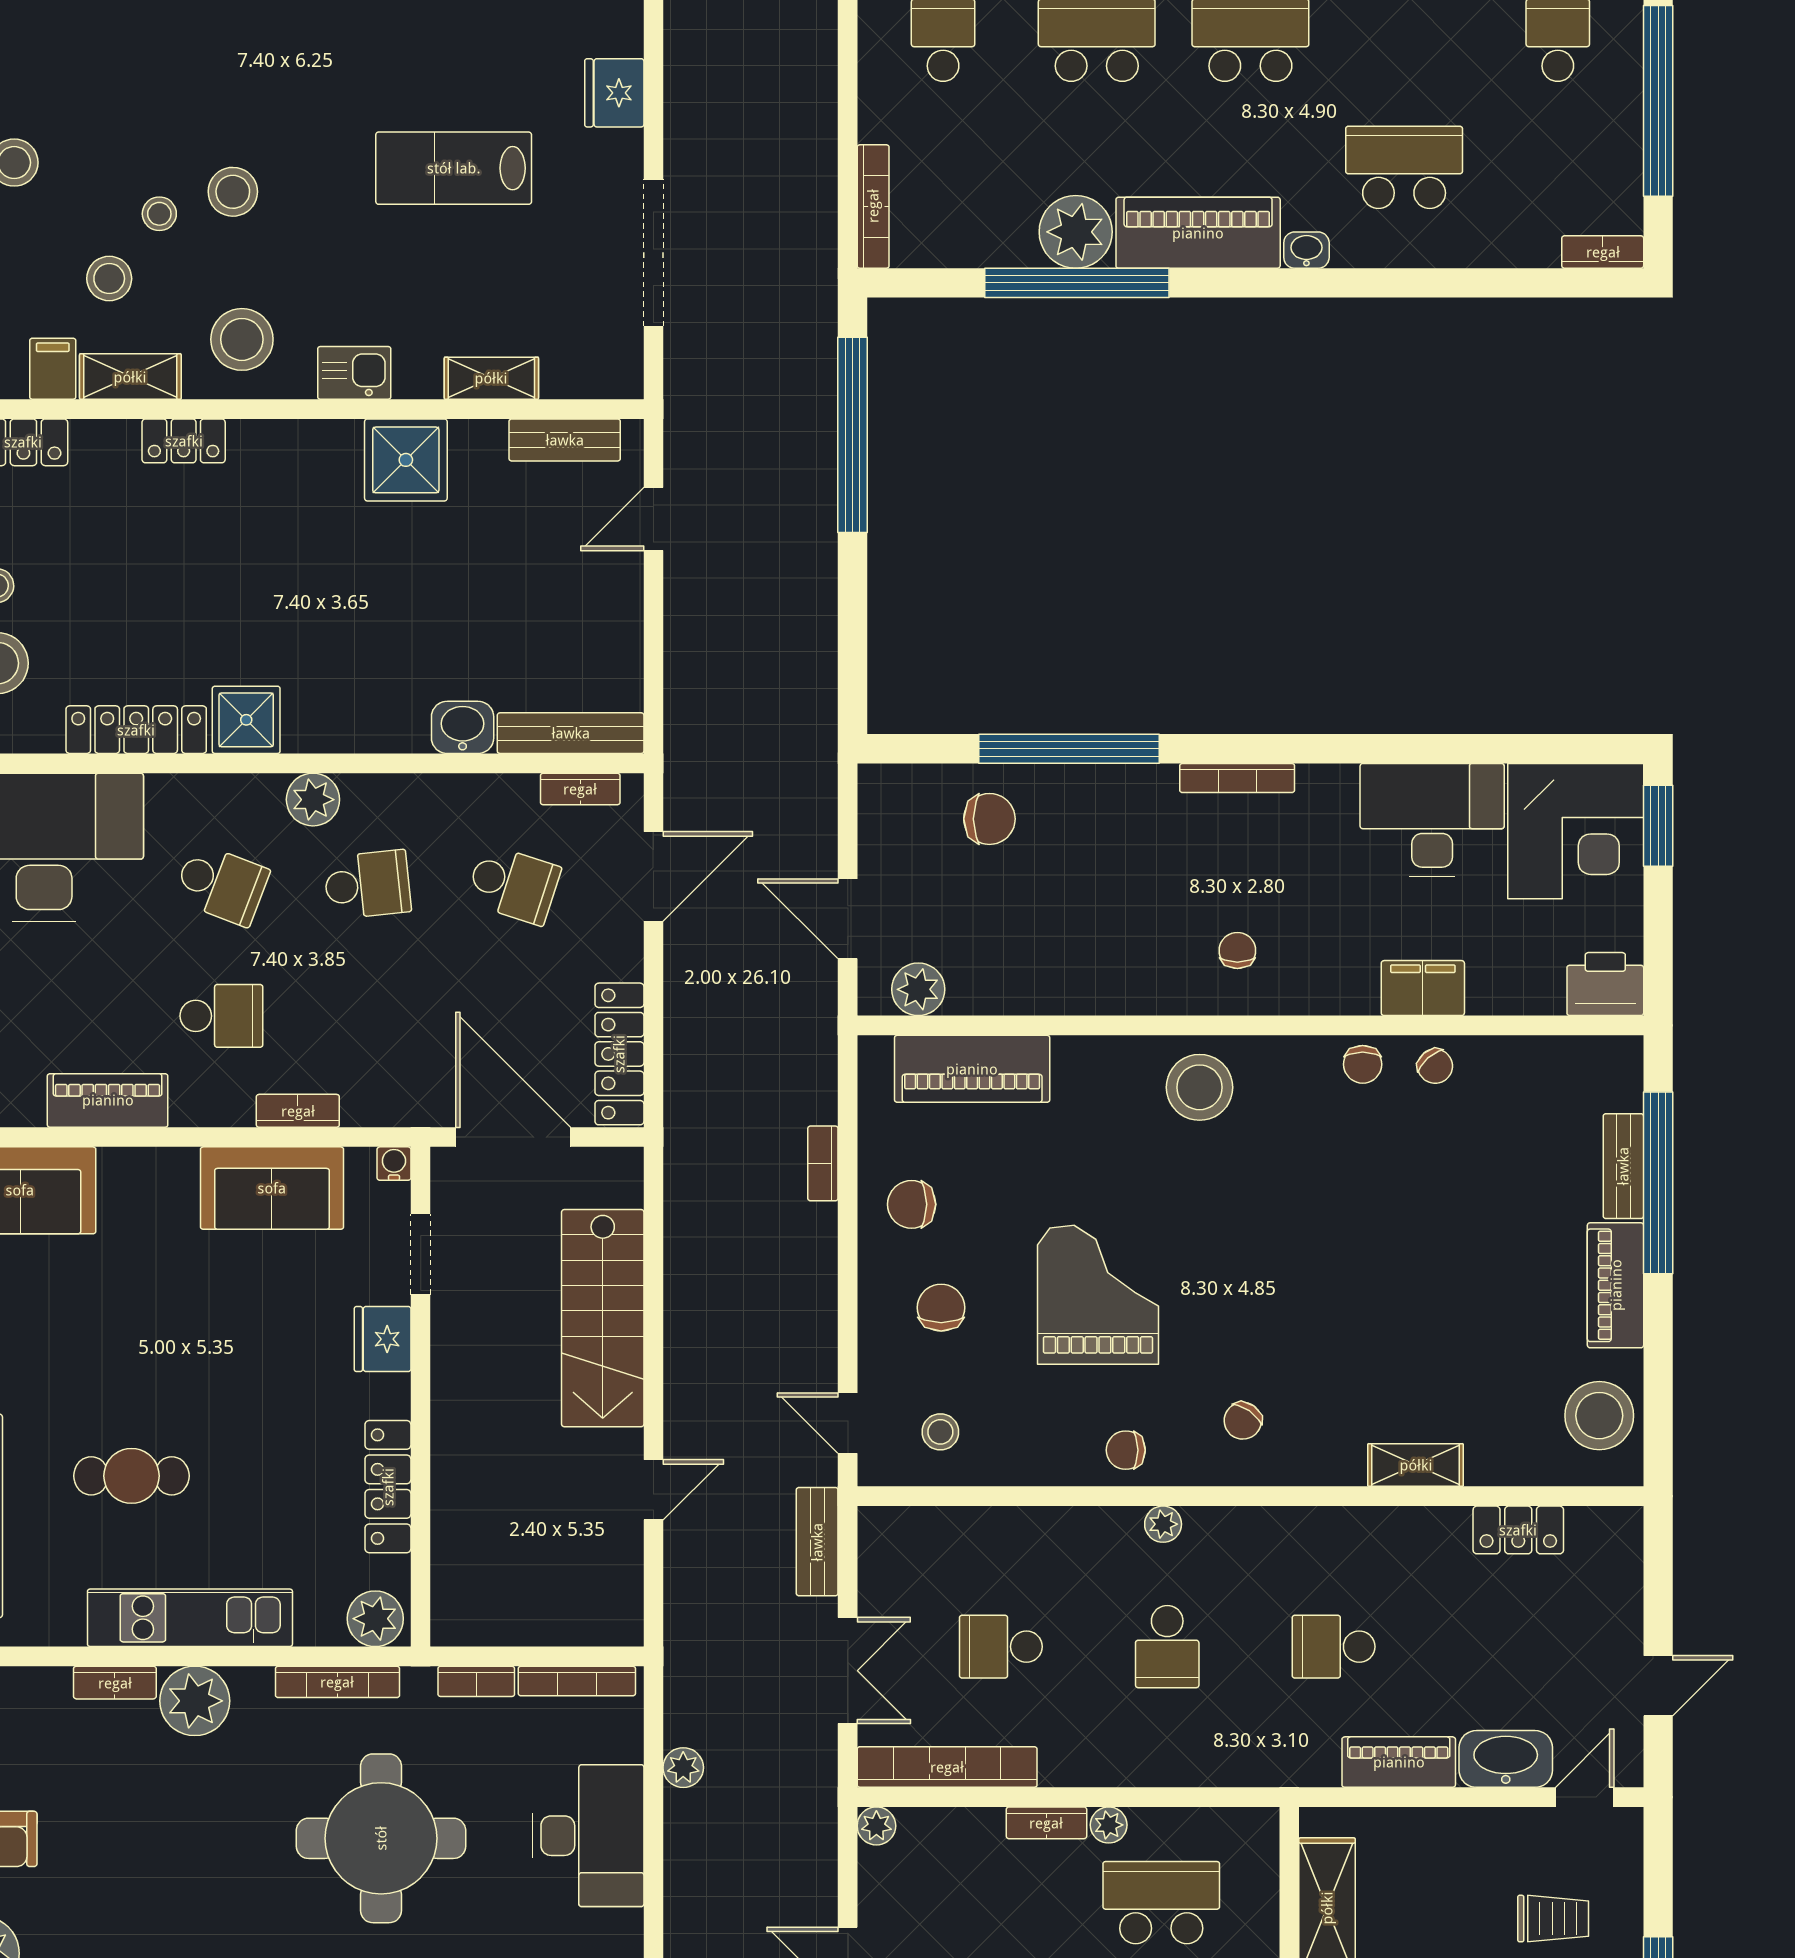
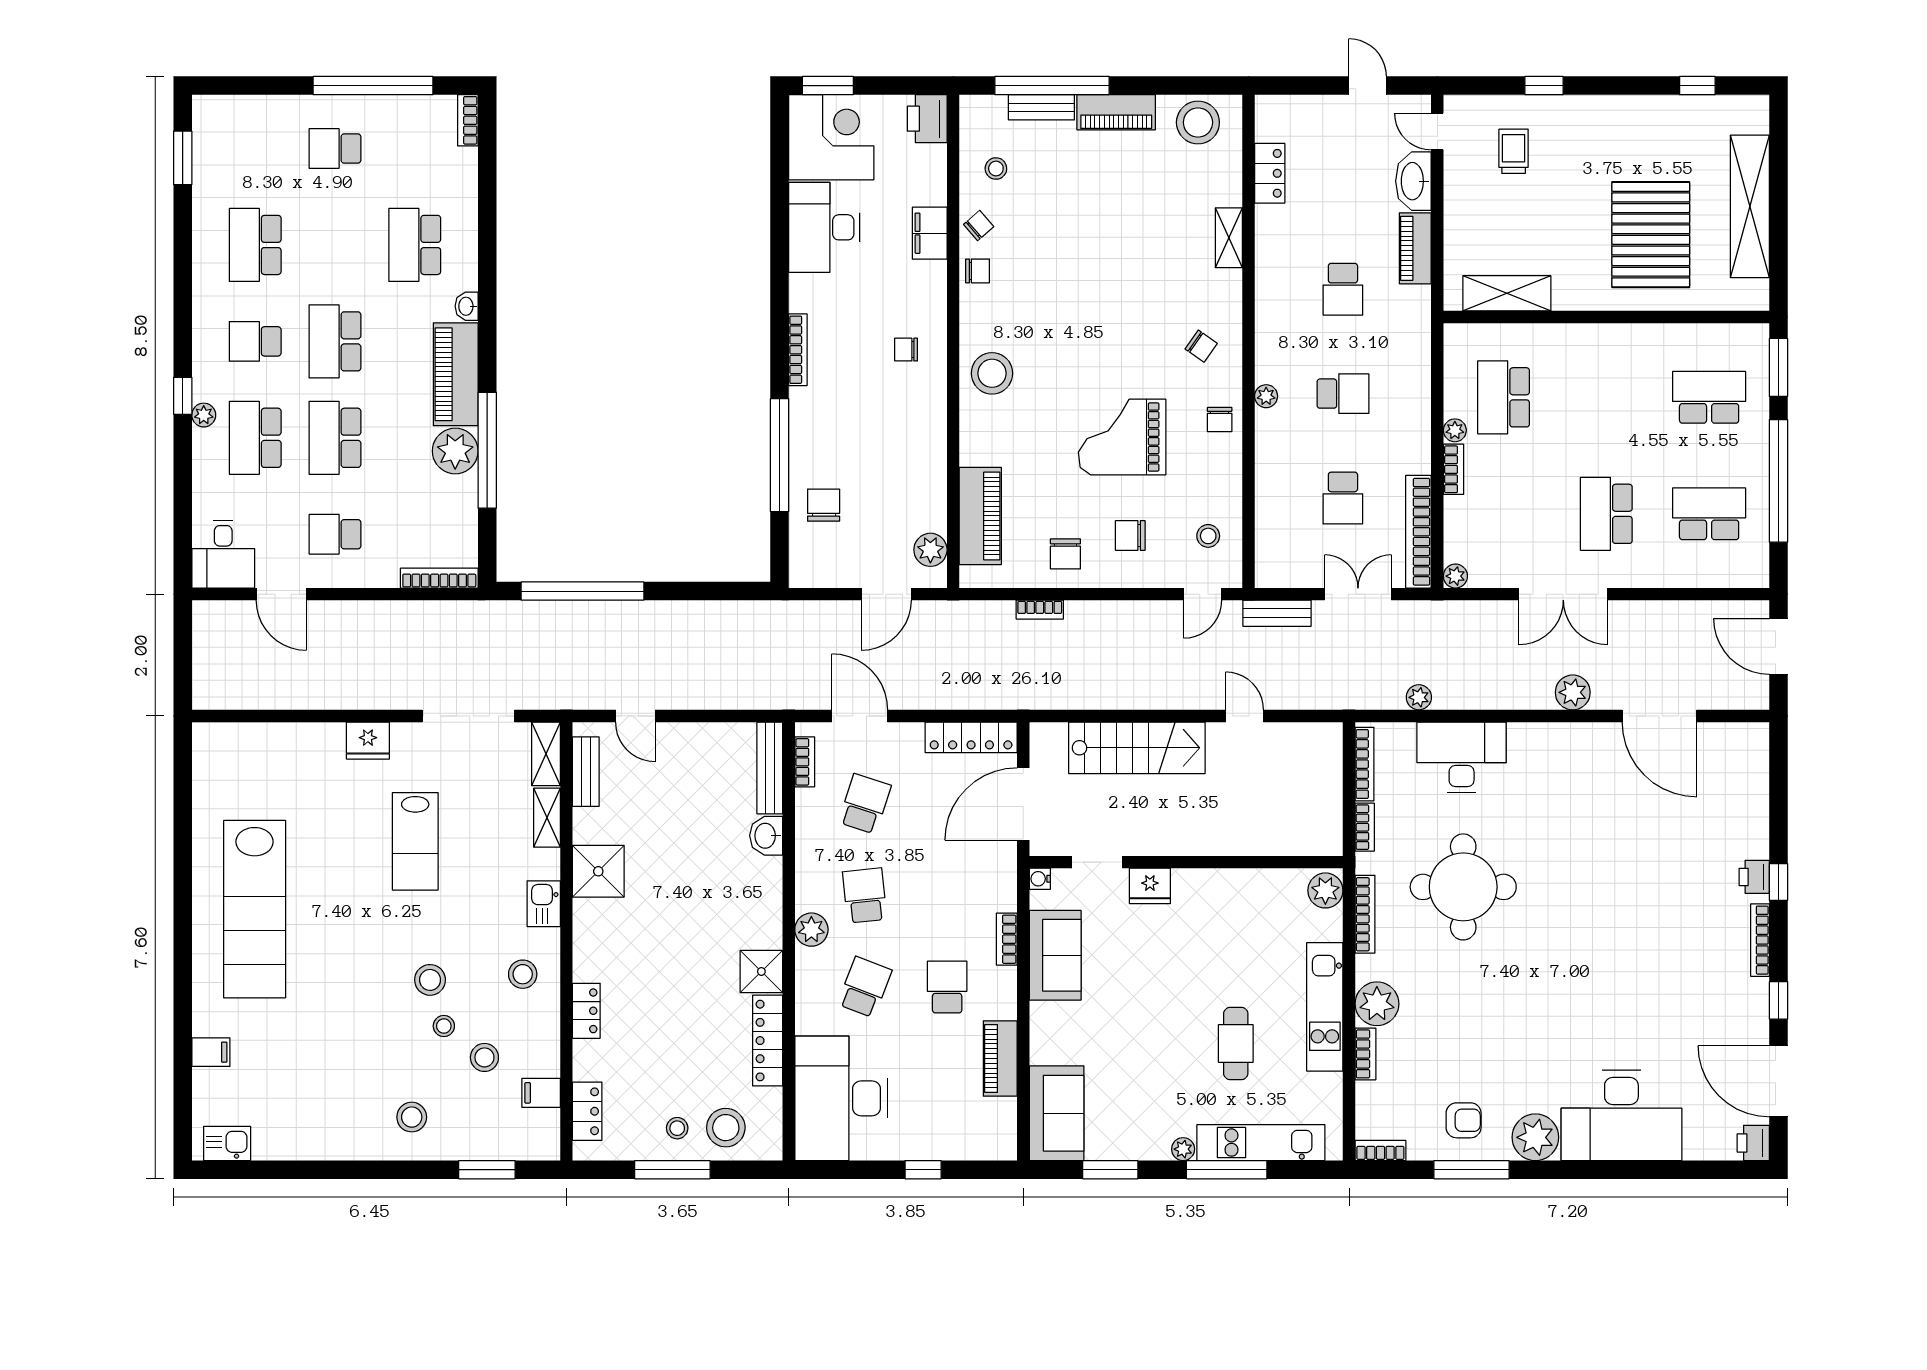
stool: (242, 339) -> (523, 974), width x0.73, depth x0.73
shelving: (130, 377) -> (546, 754), moved
stool: (1526, 1094) -> (996, 168), added
locker: (388, 1487) -> (1243, 883), removed

